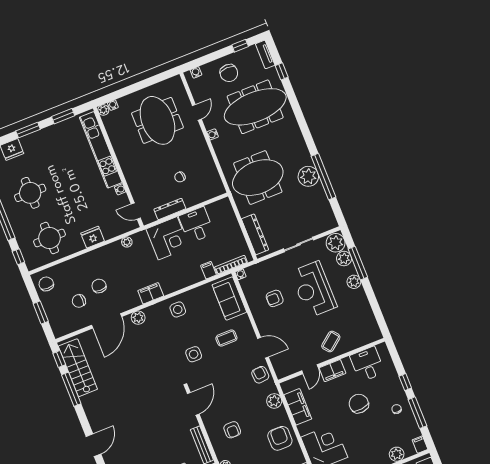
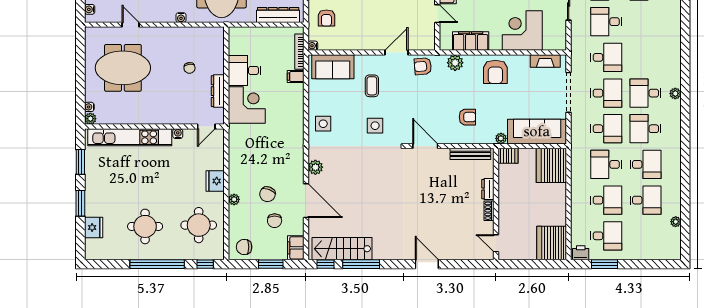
water cooler: (213, 134) -> (181, 18), moved
plant: (127, 242) -> (234, 199), moved
chair: (99, 286) -> (267, 194), turned -69
filing cabinet: (151, 293) -> (296, 248), moved
armchair: (275, 298) -> (326, 18), moved
armchair: (280, 438) -> (495, 72), turned -90

